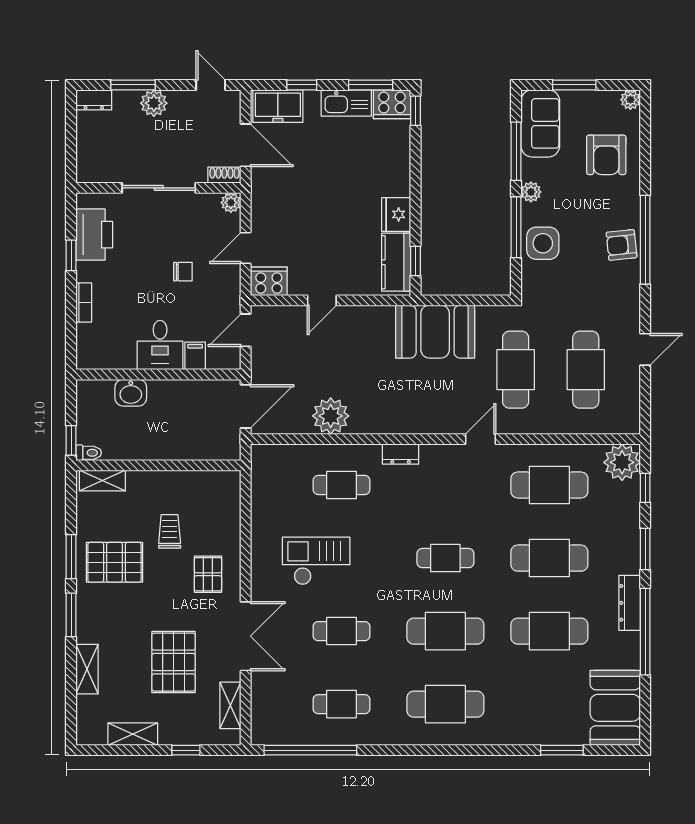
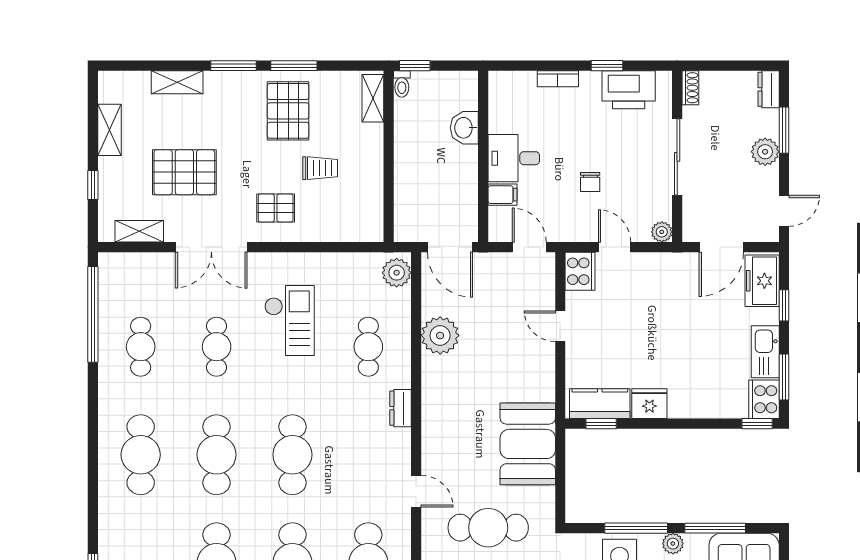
shoe rack: (224, 175) -> (690, 88), moved
plant: (270, 458) -> (397, 273), added
cafe table: (445, 558) -> (292, 455), width x1.37, depth x1.35

